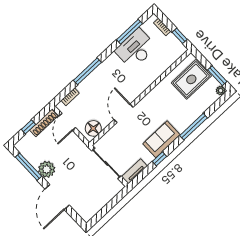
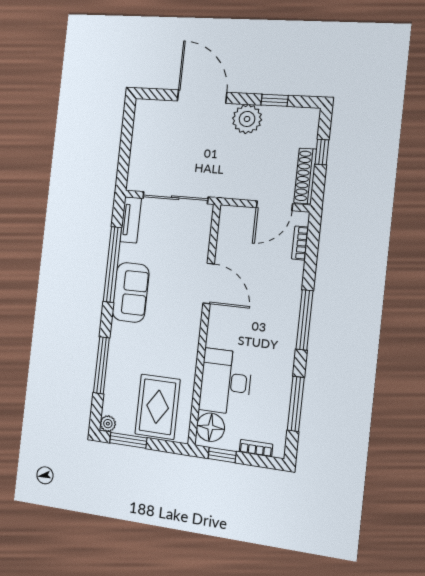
desk: (136, 49) -> (226, 382), moved, turned 180
window: (87, 71) -> (304, 320), moved
door: (67, 122) -> (274, 206), swing flipped
window: (193, 127) -> (101, 365), moved
floor lamp: (93, 128) -> (210, 427), moved
window: (159, 159) -> (112, 265), width x3.17
window: (28, 167) -> (275, 100), width x0.46

